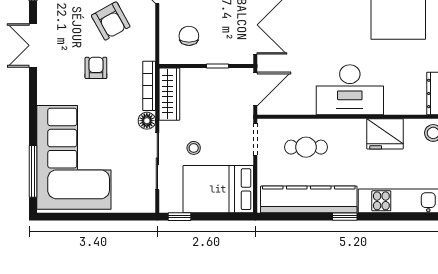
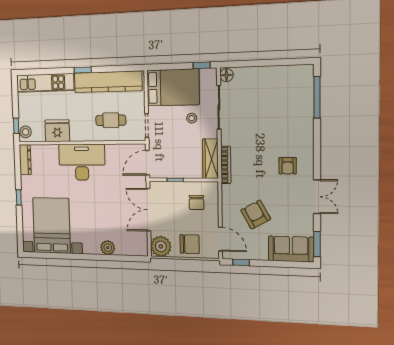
armchair: (96, 68) -> (288, 166), moved
floor lamp: (147, 121) -> (226, 75), moved
corner sofa: (74, 157) -> (284, 109), removed

